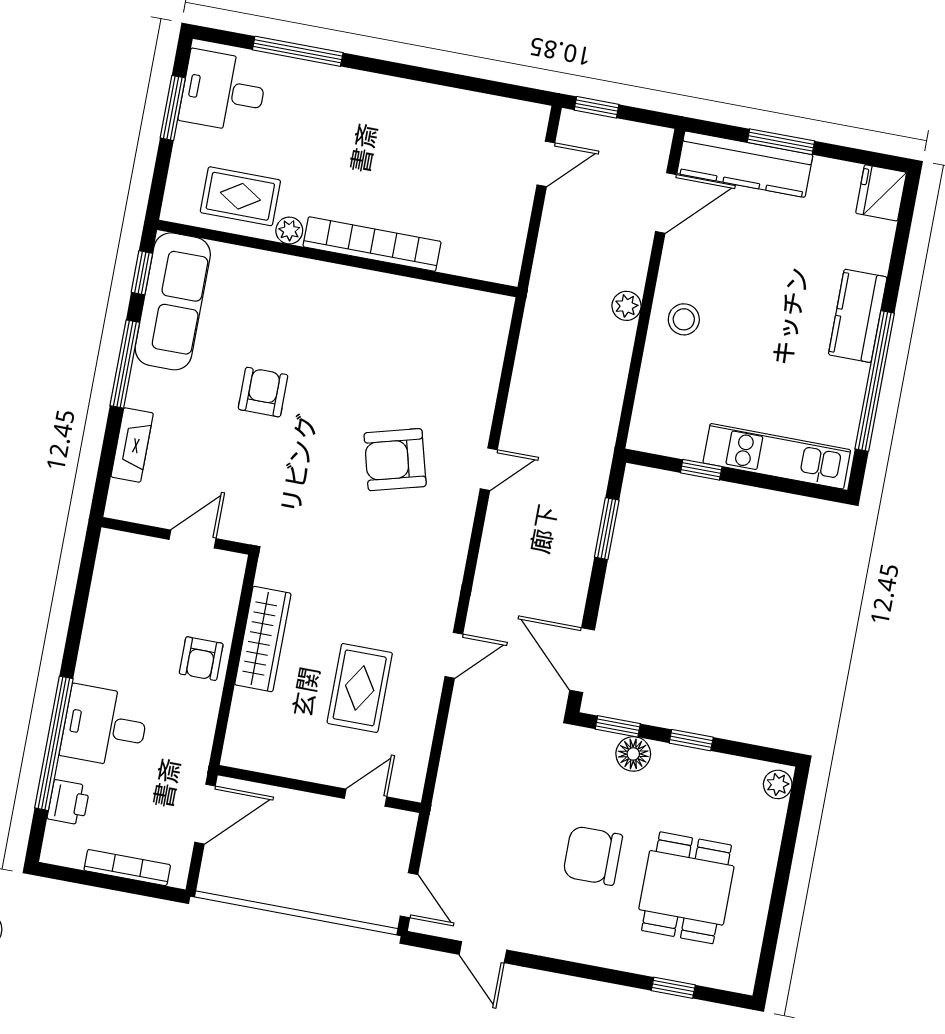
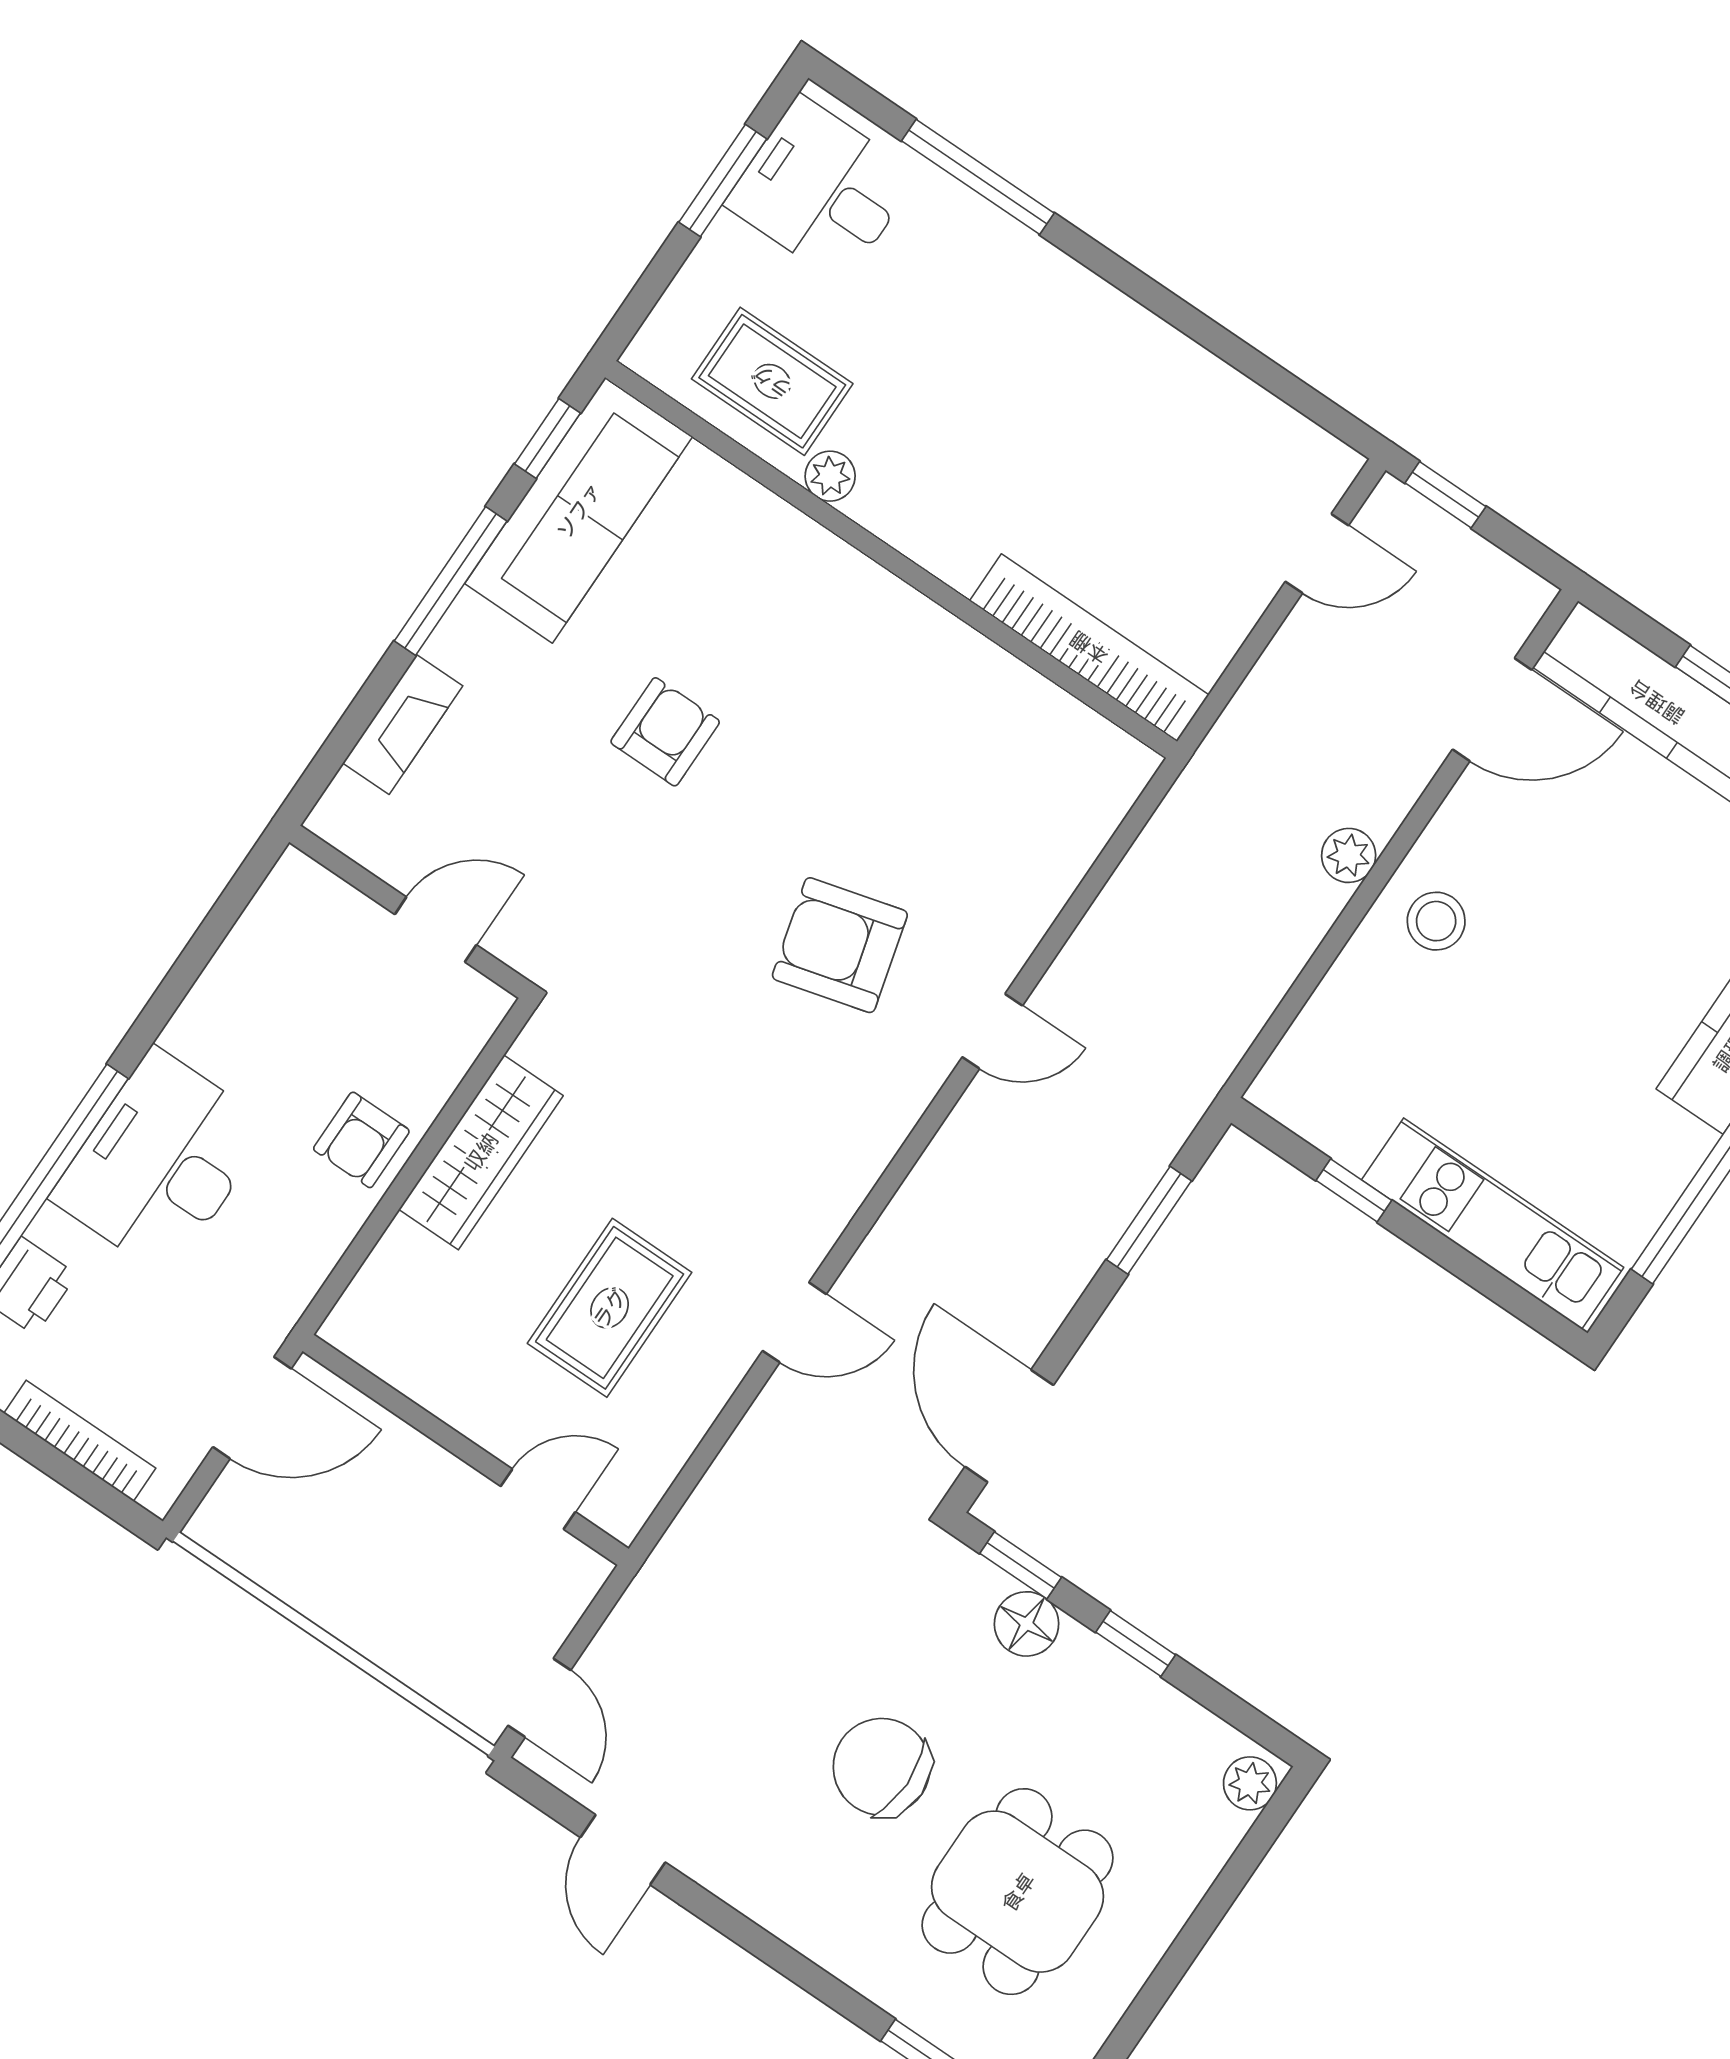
bookcase: (372, 244) -> (1089, 648), moved
desk: (105, 726) -> (161, 1162), width x1.37

